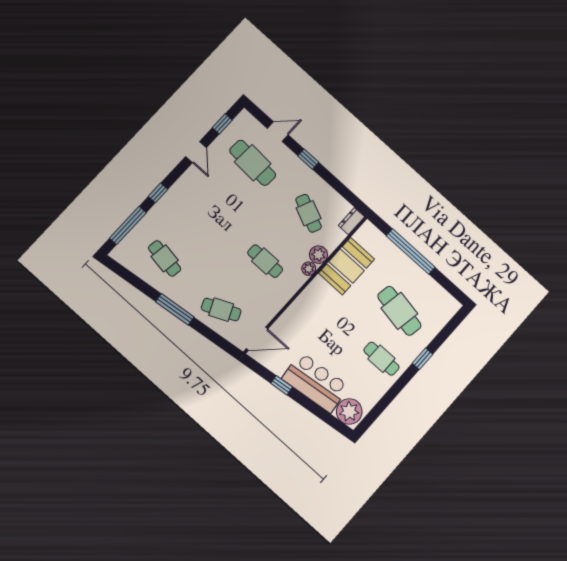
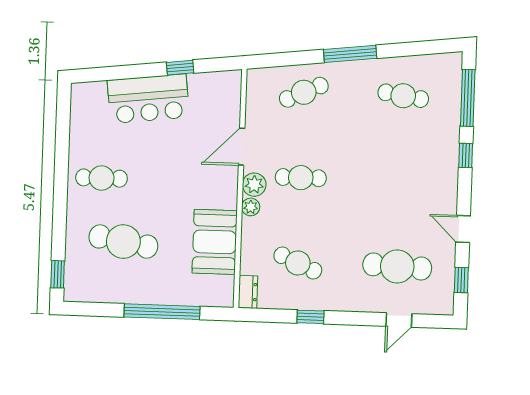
window: (308, 159) -> (310, 317), moved
plant: (319, 255) -> (254, 185), moved
door: (257, 339) -> (242, 147), moved
window: (423, 359) -> (58, 274), moved
plant: (349, 411) -> (90, 98), removed

